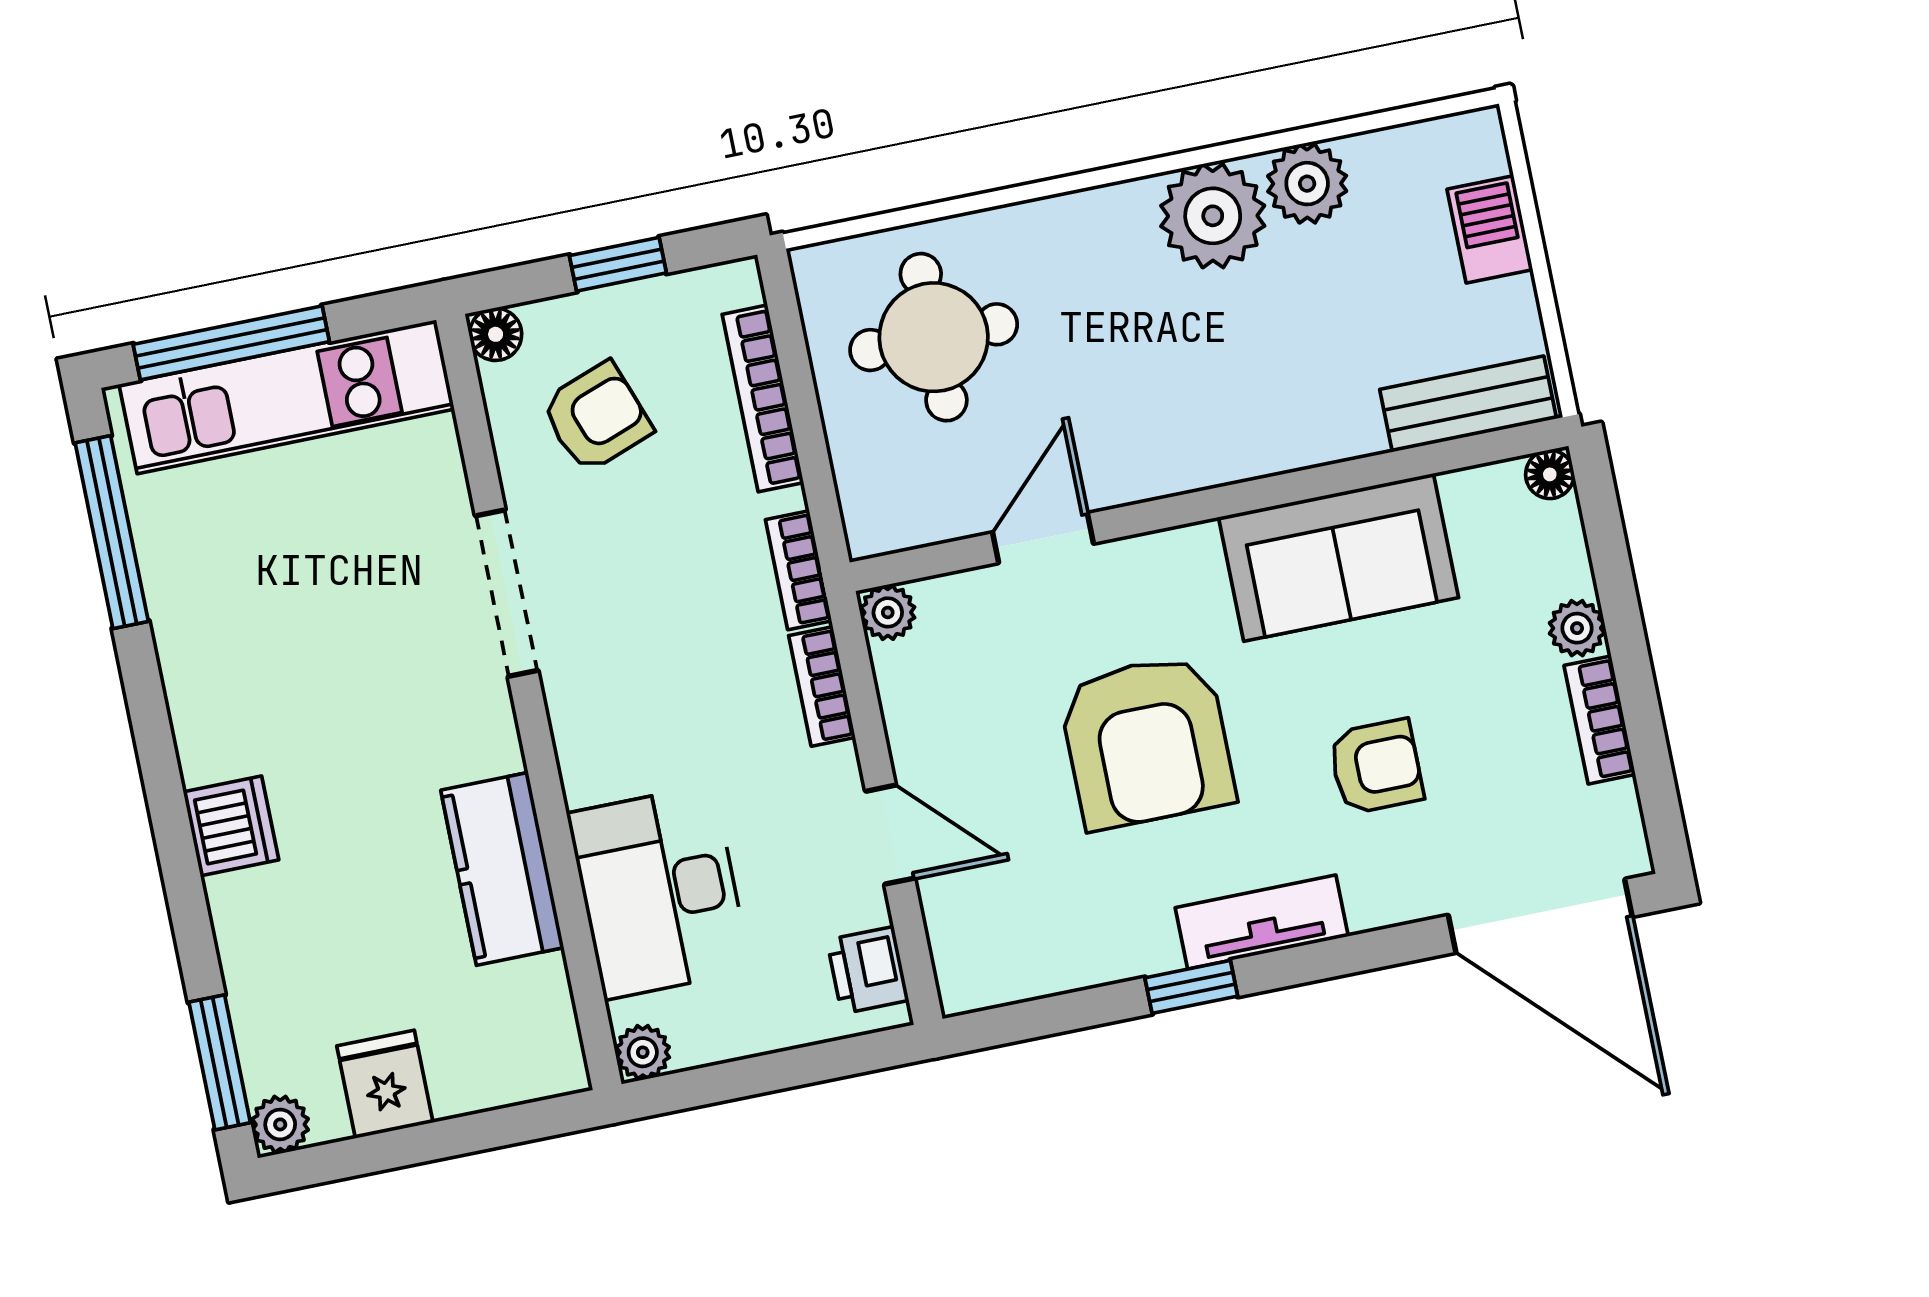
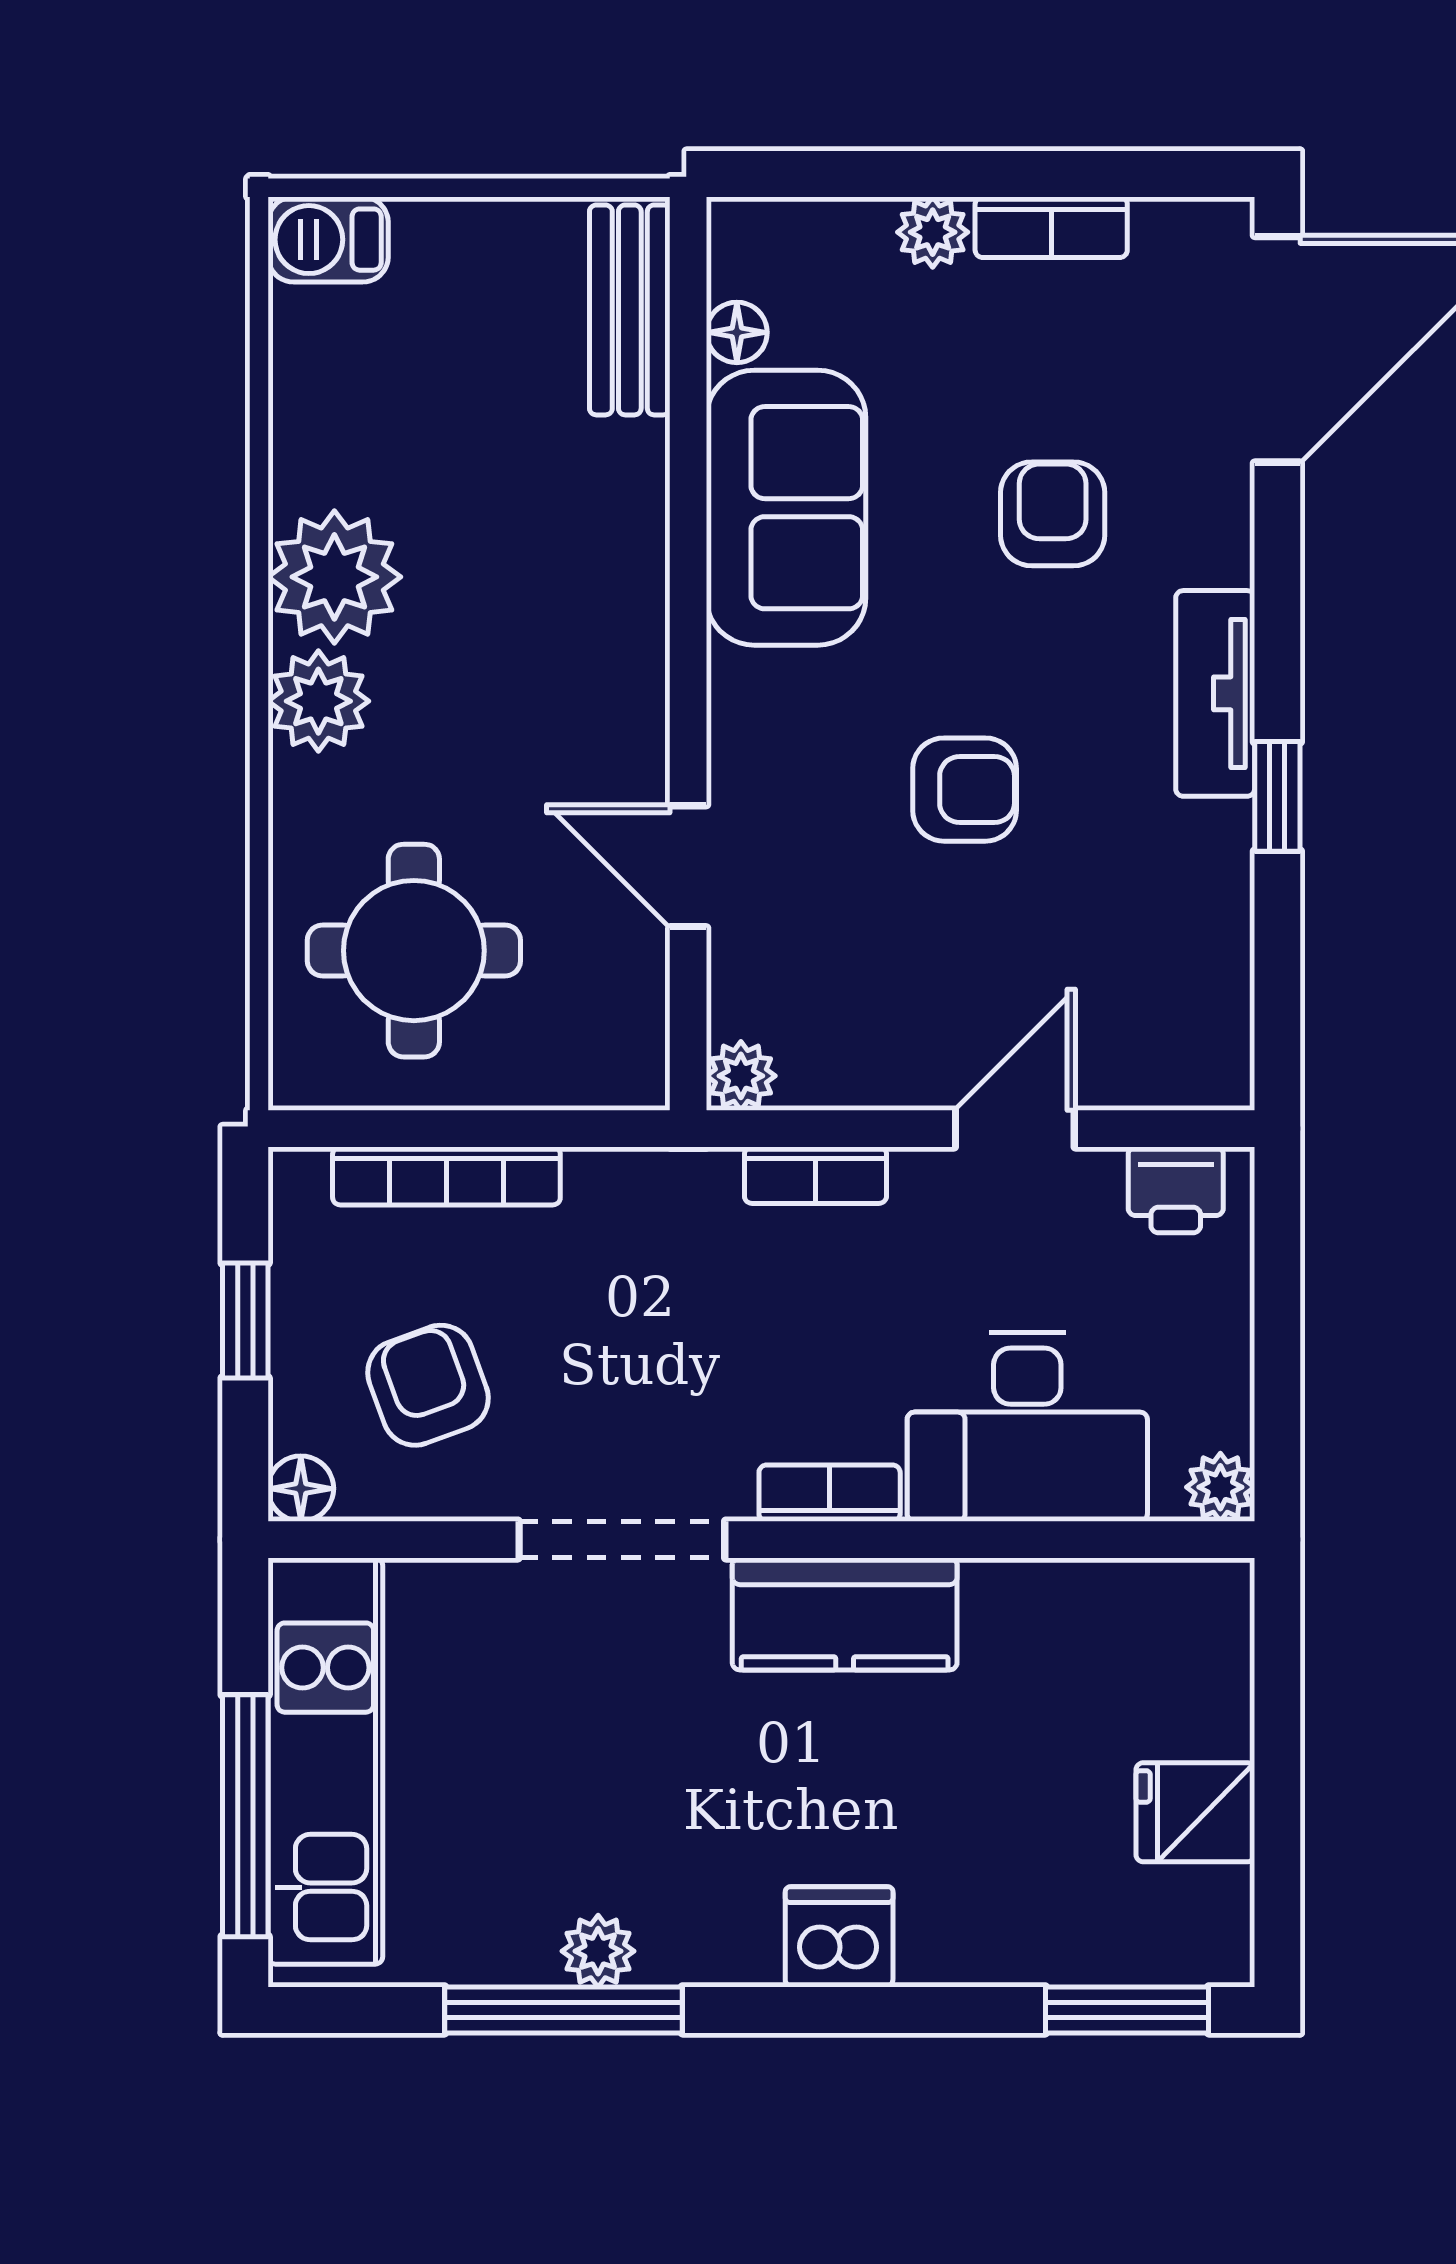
plant: (1307, 184) -> (318, 701), moved
barbecue: (1490, 229) -> (328, 240), moved
floor lamp: (1550, 474) -> (737, 332), moved
window: (112, 532) -> (563, 2010), moved
bookcase: (799, 570) -> (830, 1493), moved, turned 180
armchair: (1147, 742) -> (965, 790), width x0.53, depth x0.53
kitchen counter: (502, 869) -> (845, 1614), moved
plant: (280, 1124) -> (598, 1951), moved

